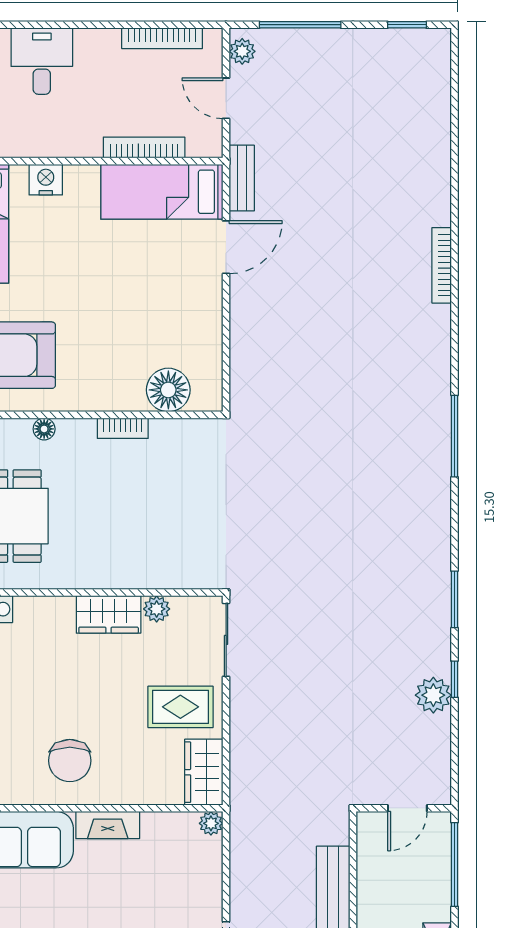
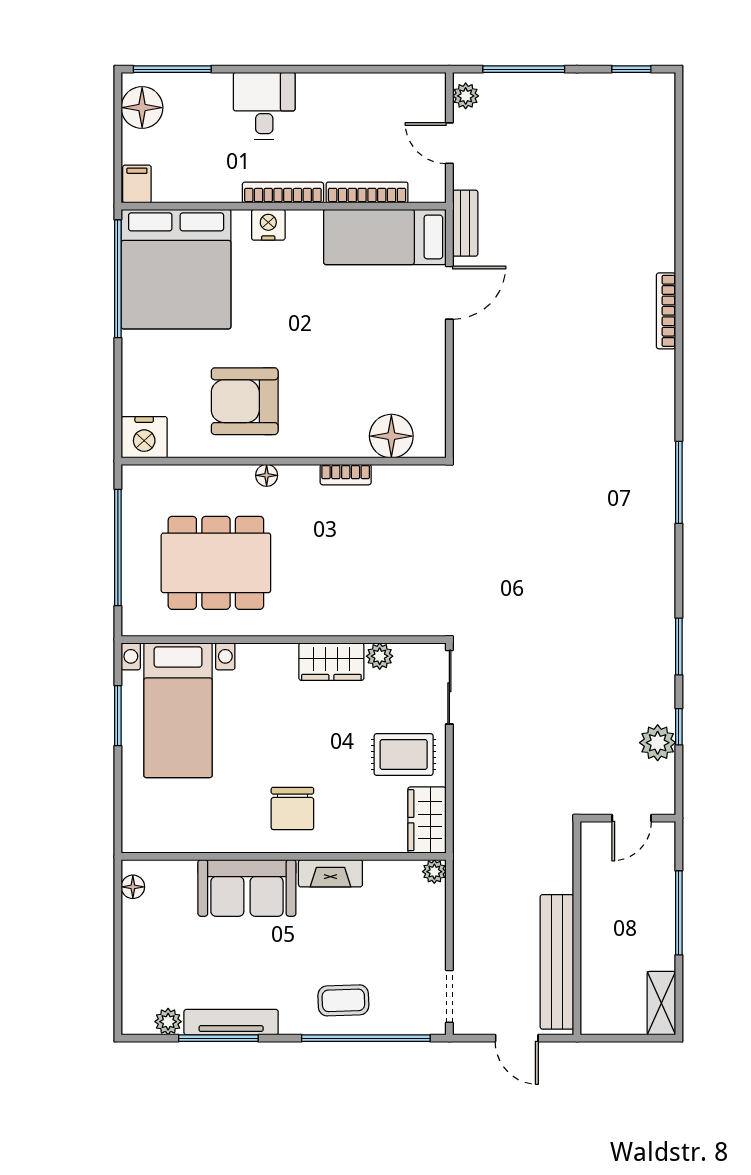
bookcase: (162, 38) -> (283, 193), moved, turned 180
wall: (404, 808) -> (628, 818), moved
door: (407, 808) -> (632, 818), moved

